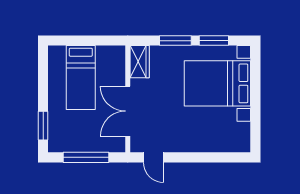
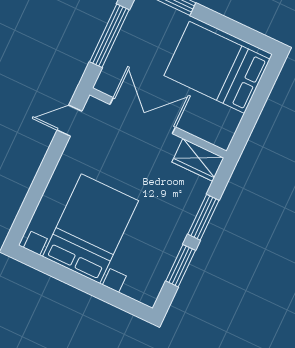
bed: (81, 78) -> (217, 67), width x1.50
bed with nightstands: (217, 83) -> (90, 229), moved

